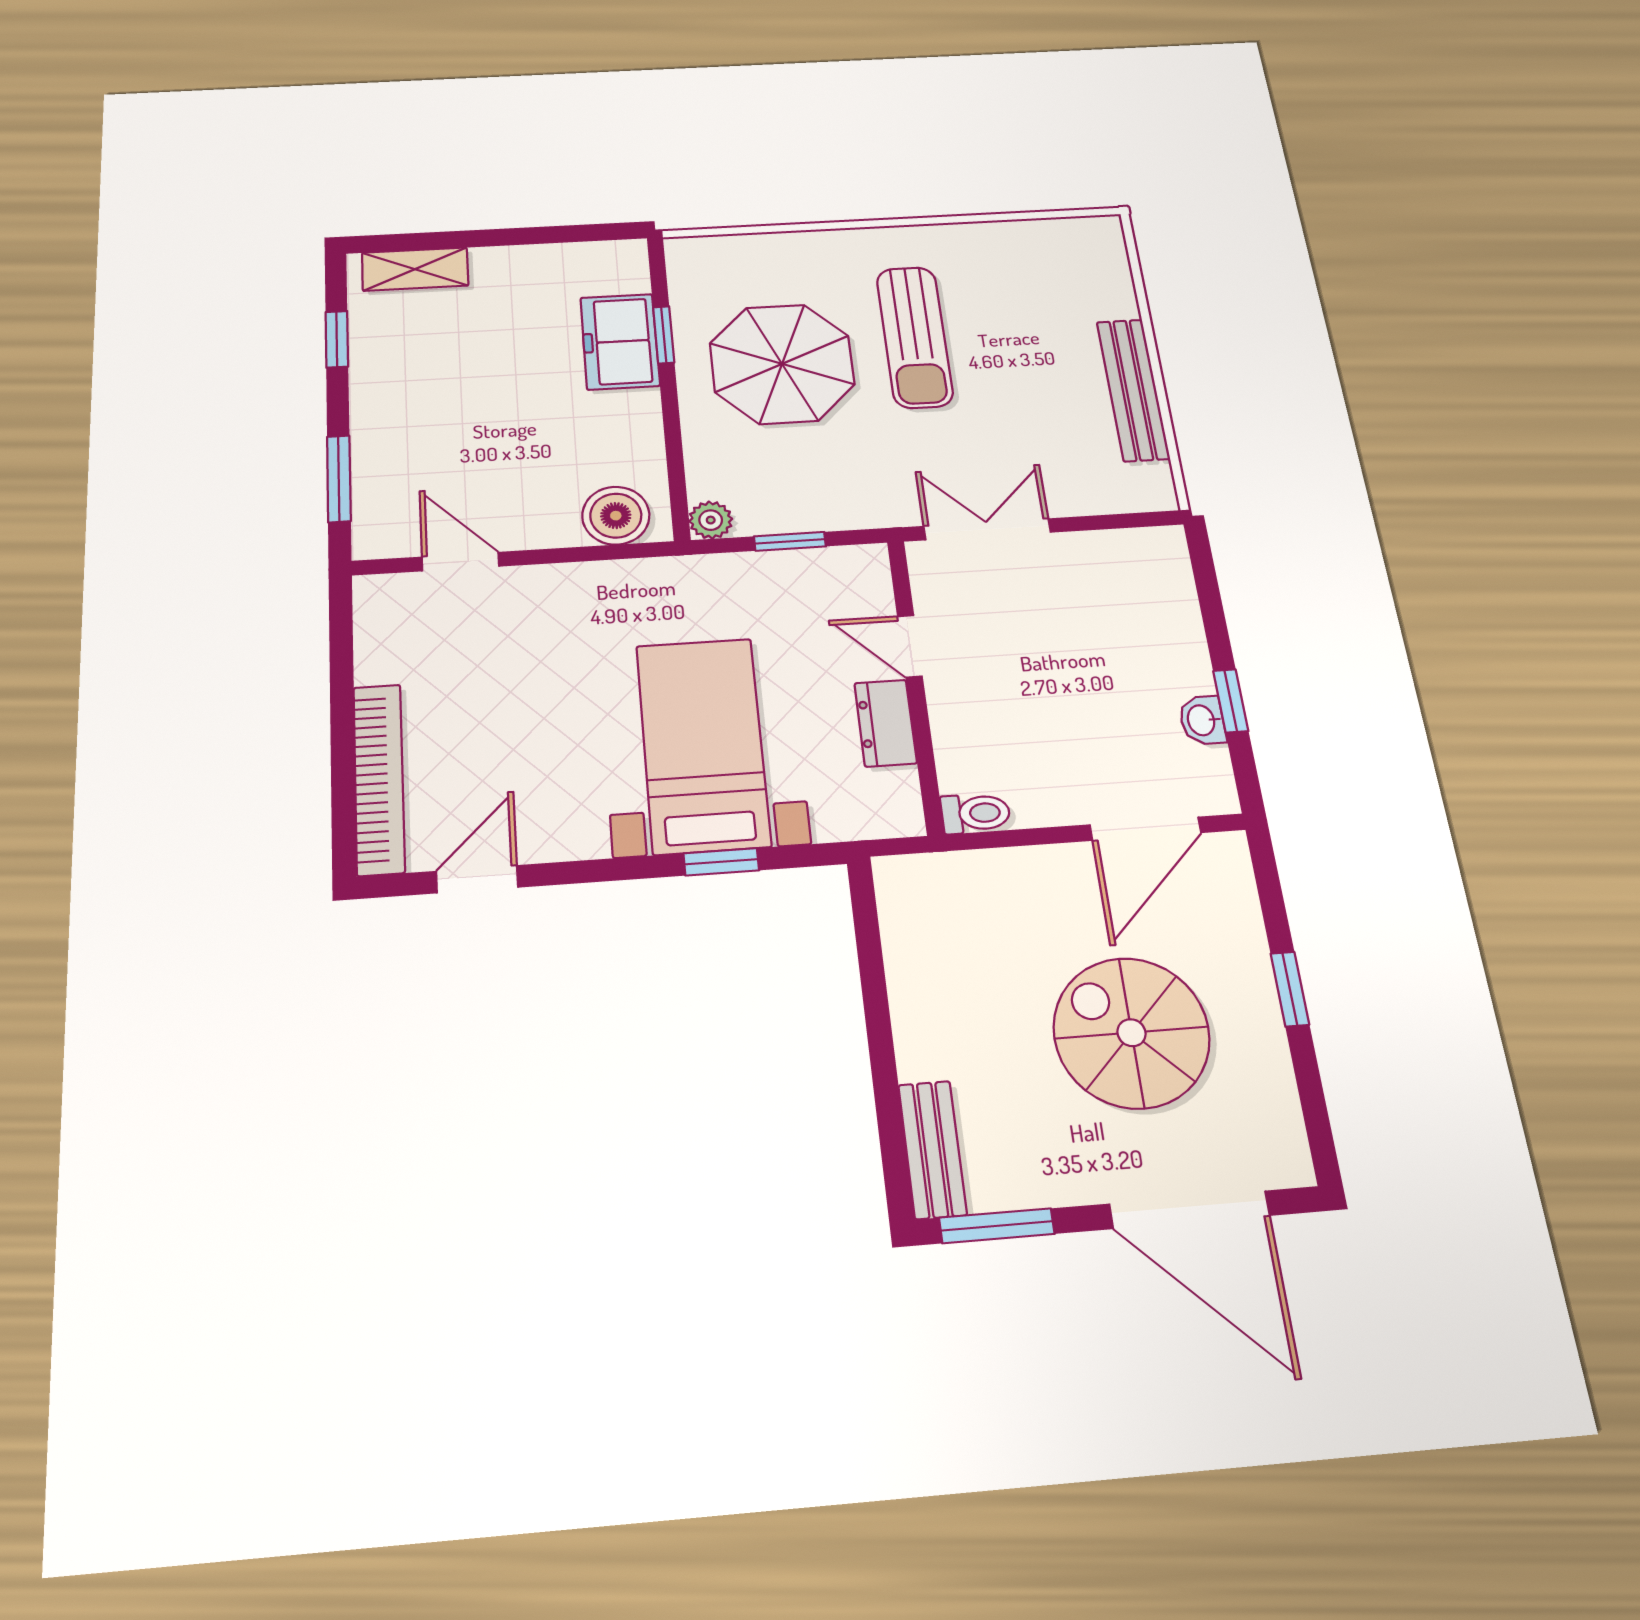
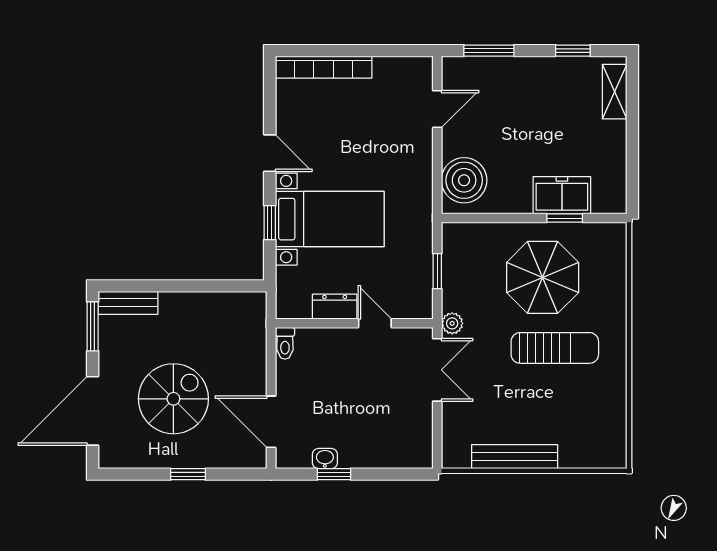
sun lounger: (915, 337) -> (555, 348), turned 180
boiler: (616, 516) -> (464, 180), width x1.37, depth x1.37
plant: (711, 520) -> (452, 323), moved
door: (910, 646) -> (375, 323), hinge flipped
door: (477, 879) -> (270, 153), moved

